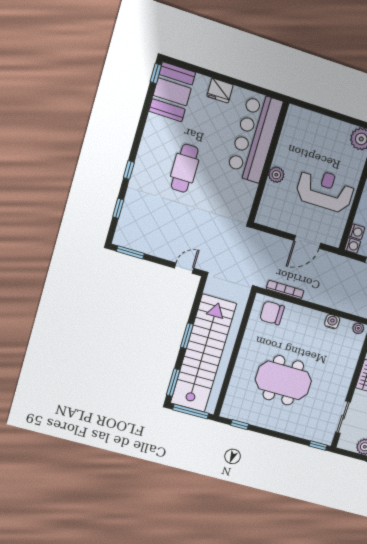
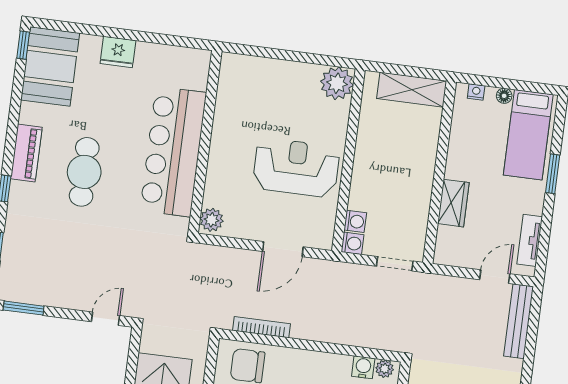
bar counter: (255, 137) -> (173, 152), moved
piano: (147, 148) -> (26, 153), added
plant: (276, 175) -> (212, 220), moved
water cooler: (332, 322) -> (363, 367), moved

